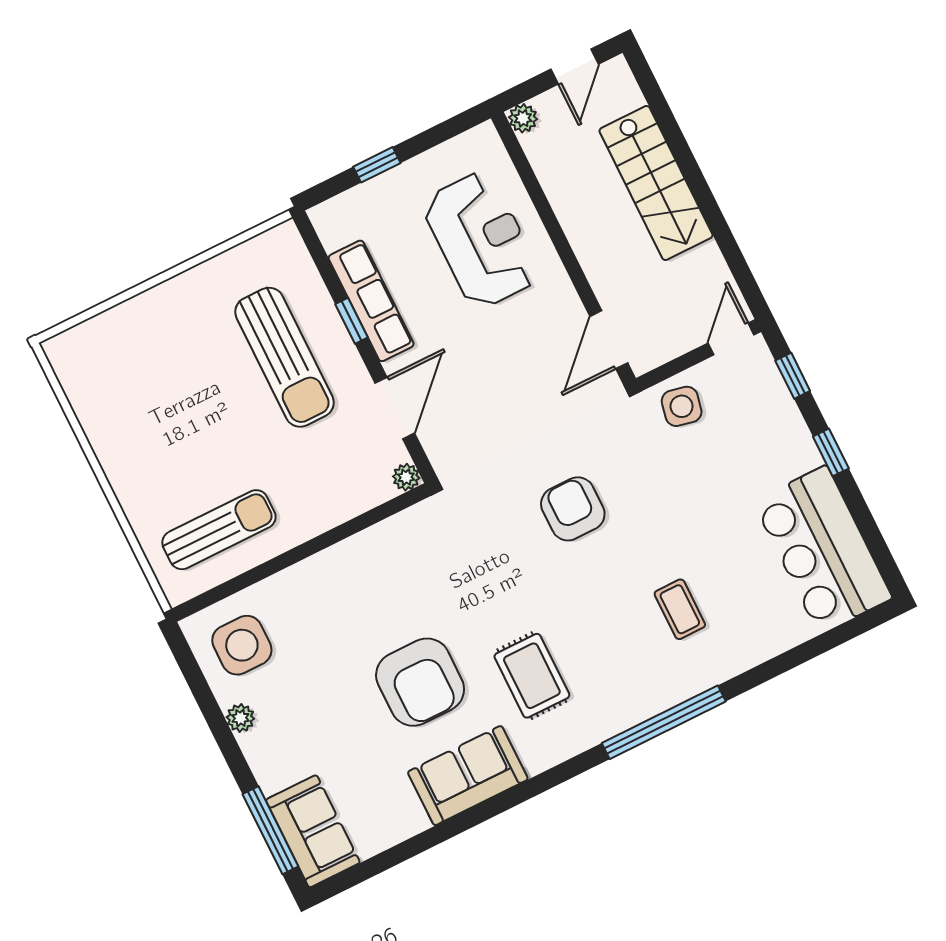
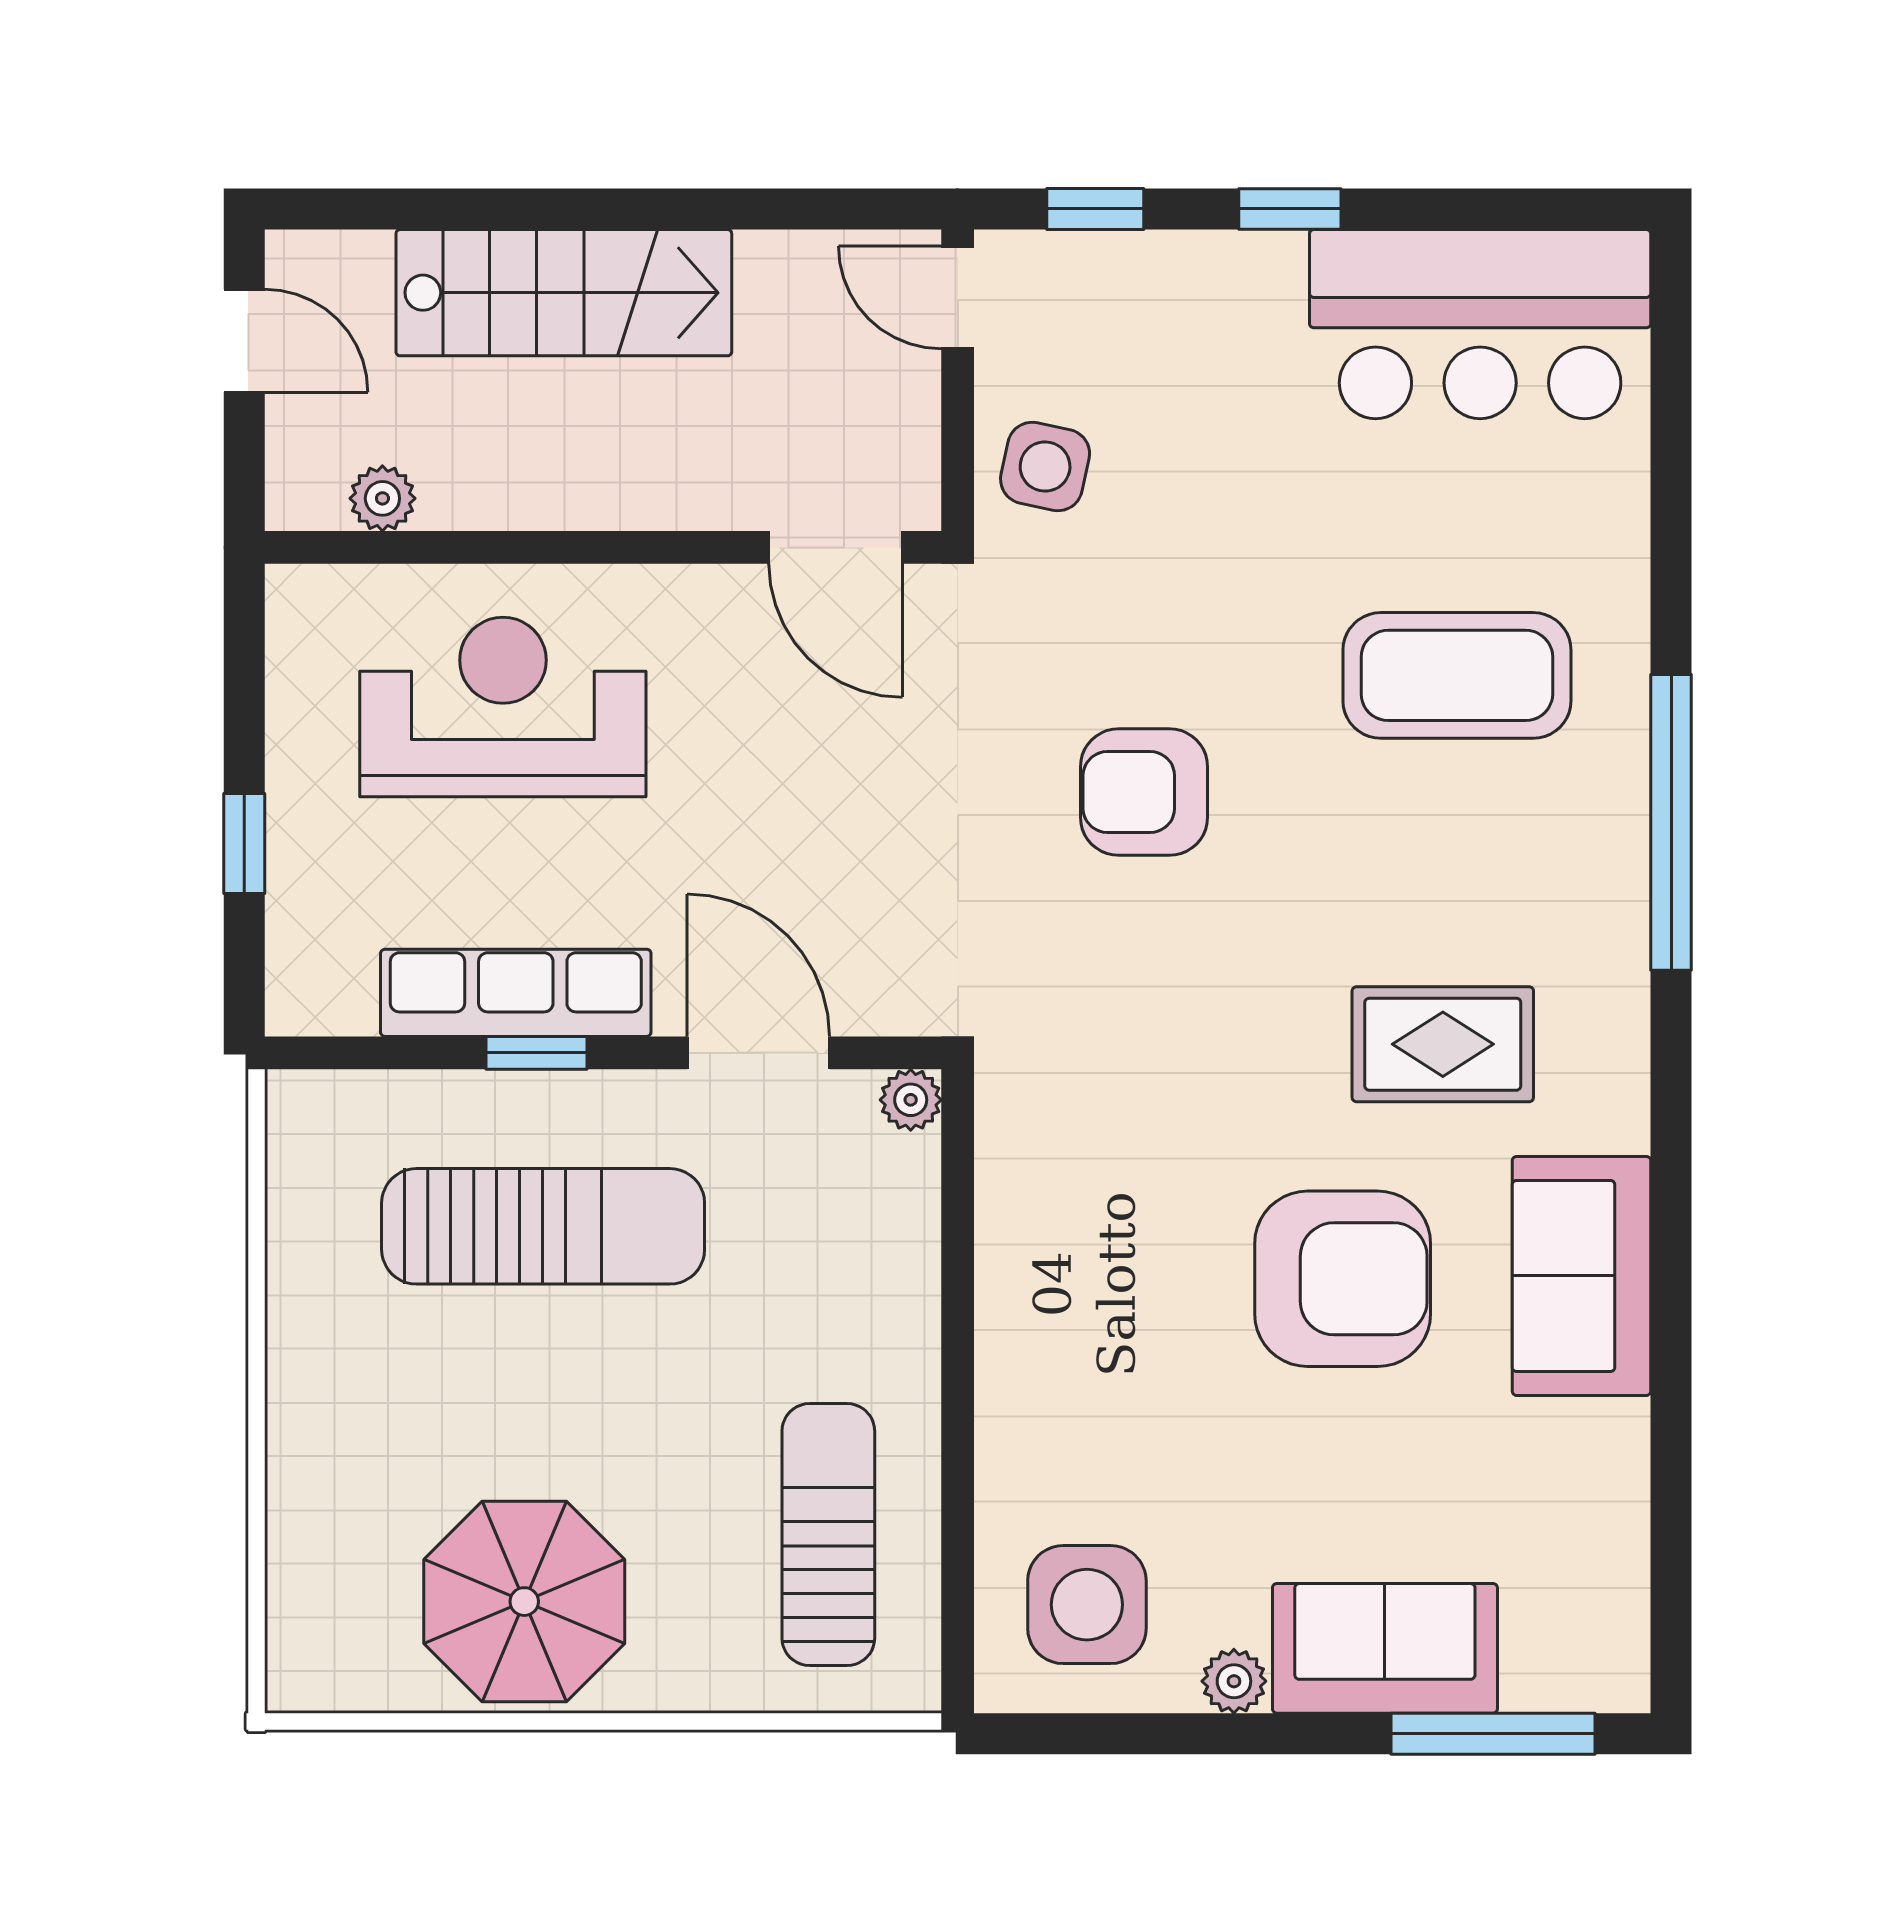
plant: (523, 118) -> (382, 498), moved
parasol: (133, 423) -> (524, 1602), added
coffee table: (680, 609) -> (1457, 675), width x1.86, depth x1.72
sofa: (313, 831) -> (1385, 1648), moved

